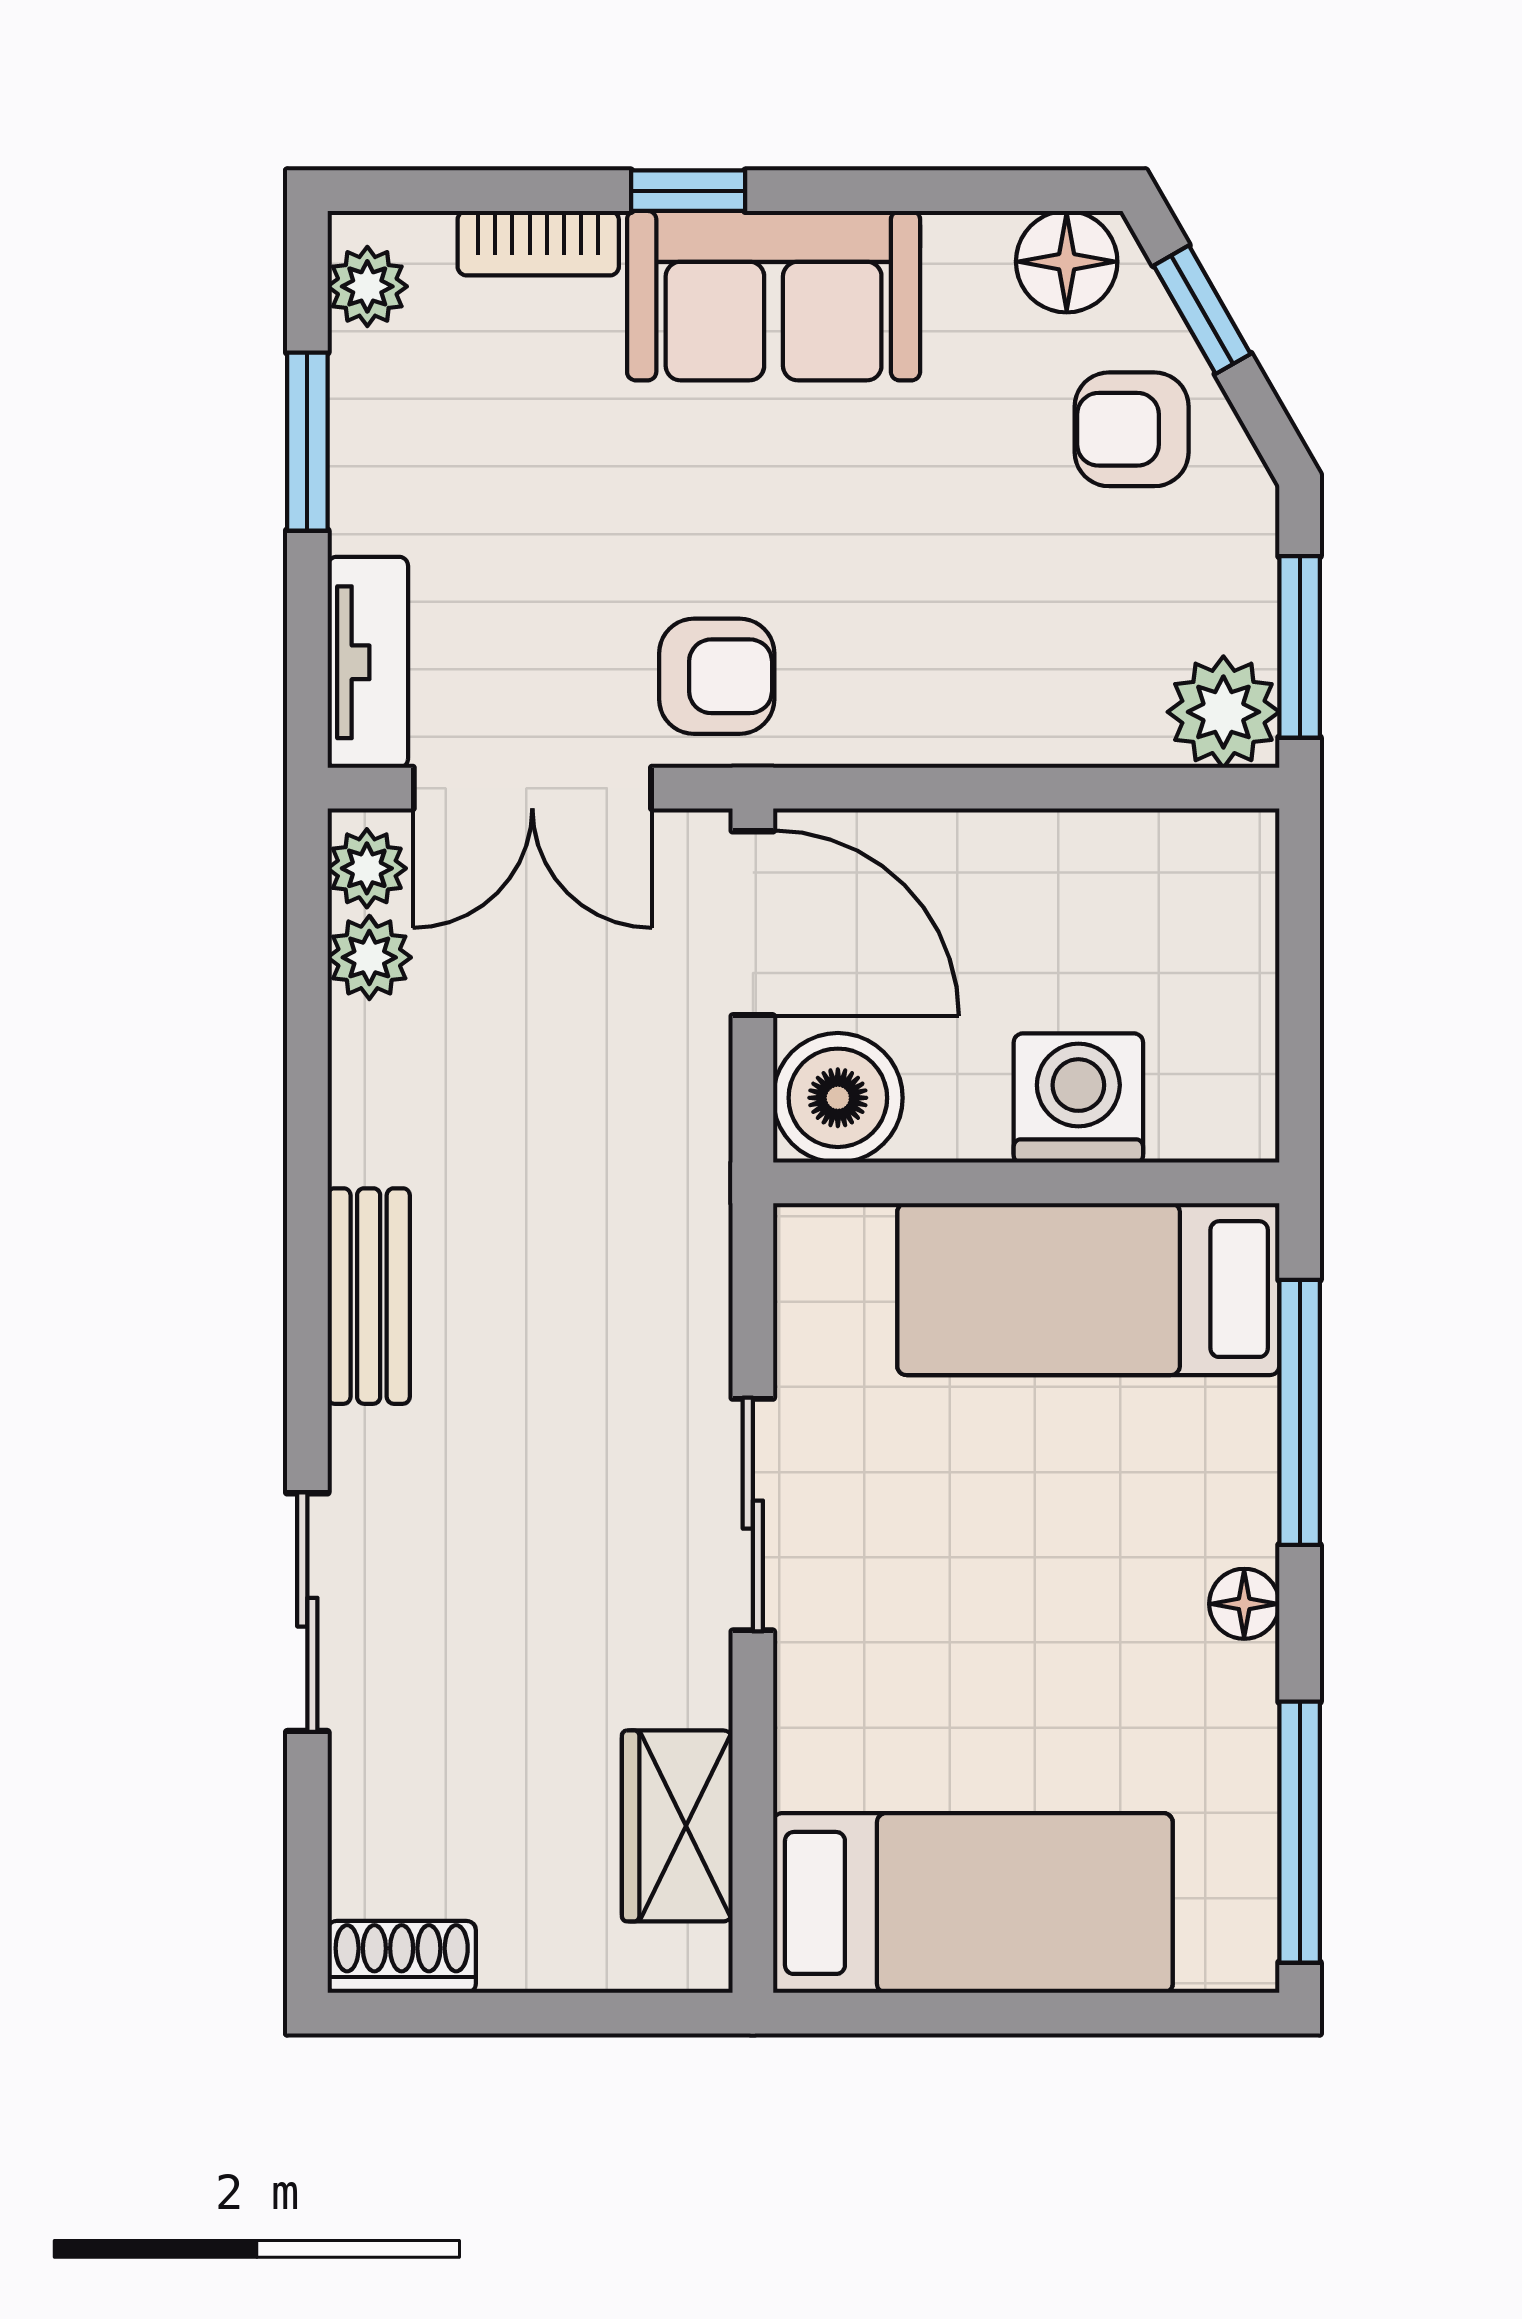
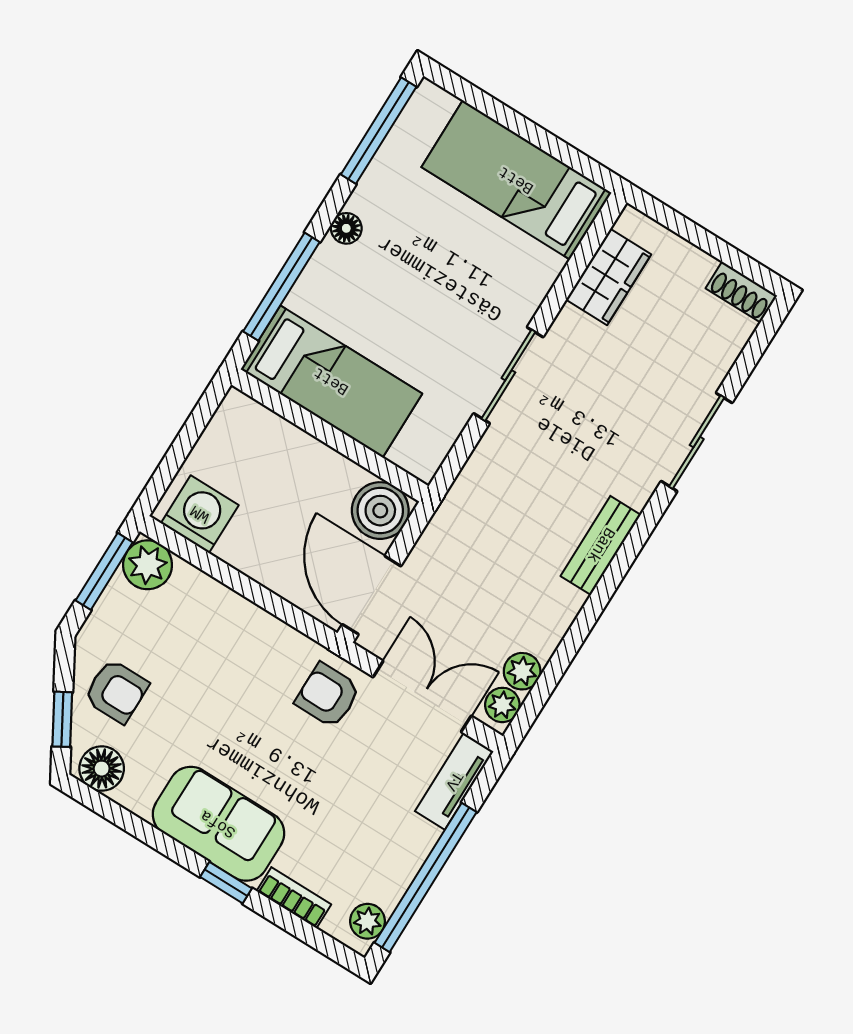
window: (307, 442) -> (426, 877), width x2.11
washing machine: (1078, 1098) -> (200, 514), moved, turned 180

